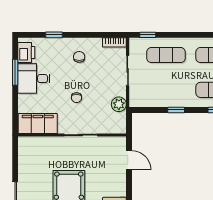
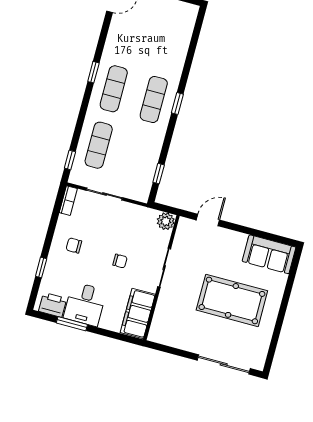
plant: (119, 104) -> (166, 221), moved
window: (176, 110) -> (159, 174), moved

